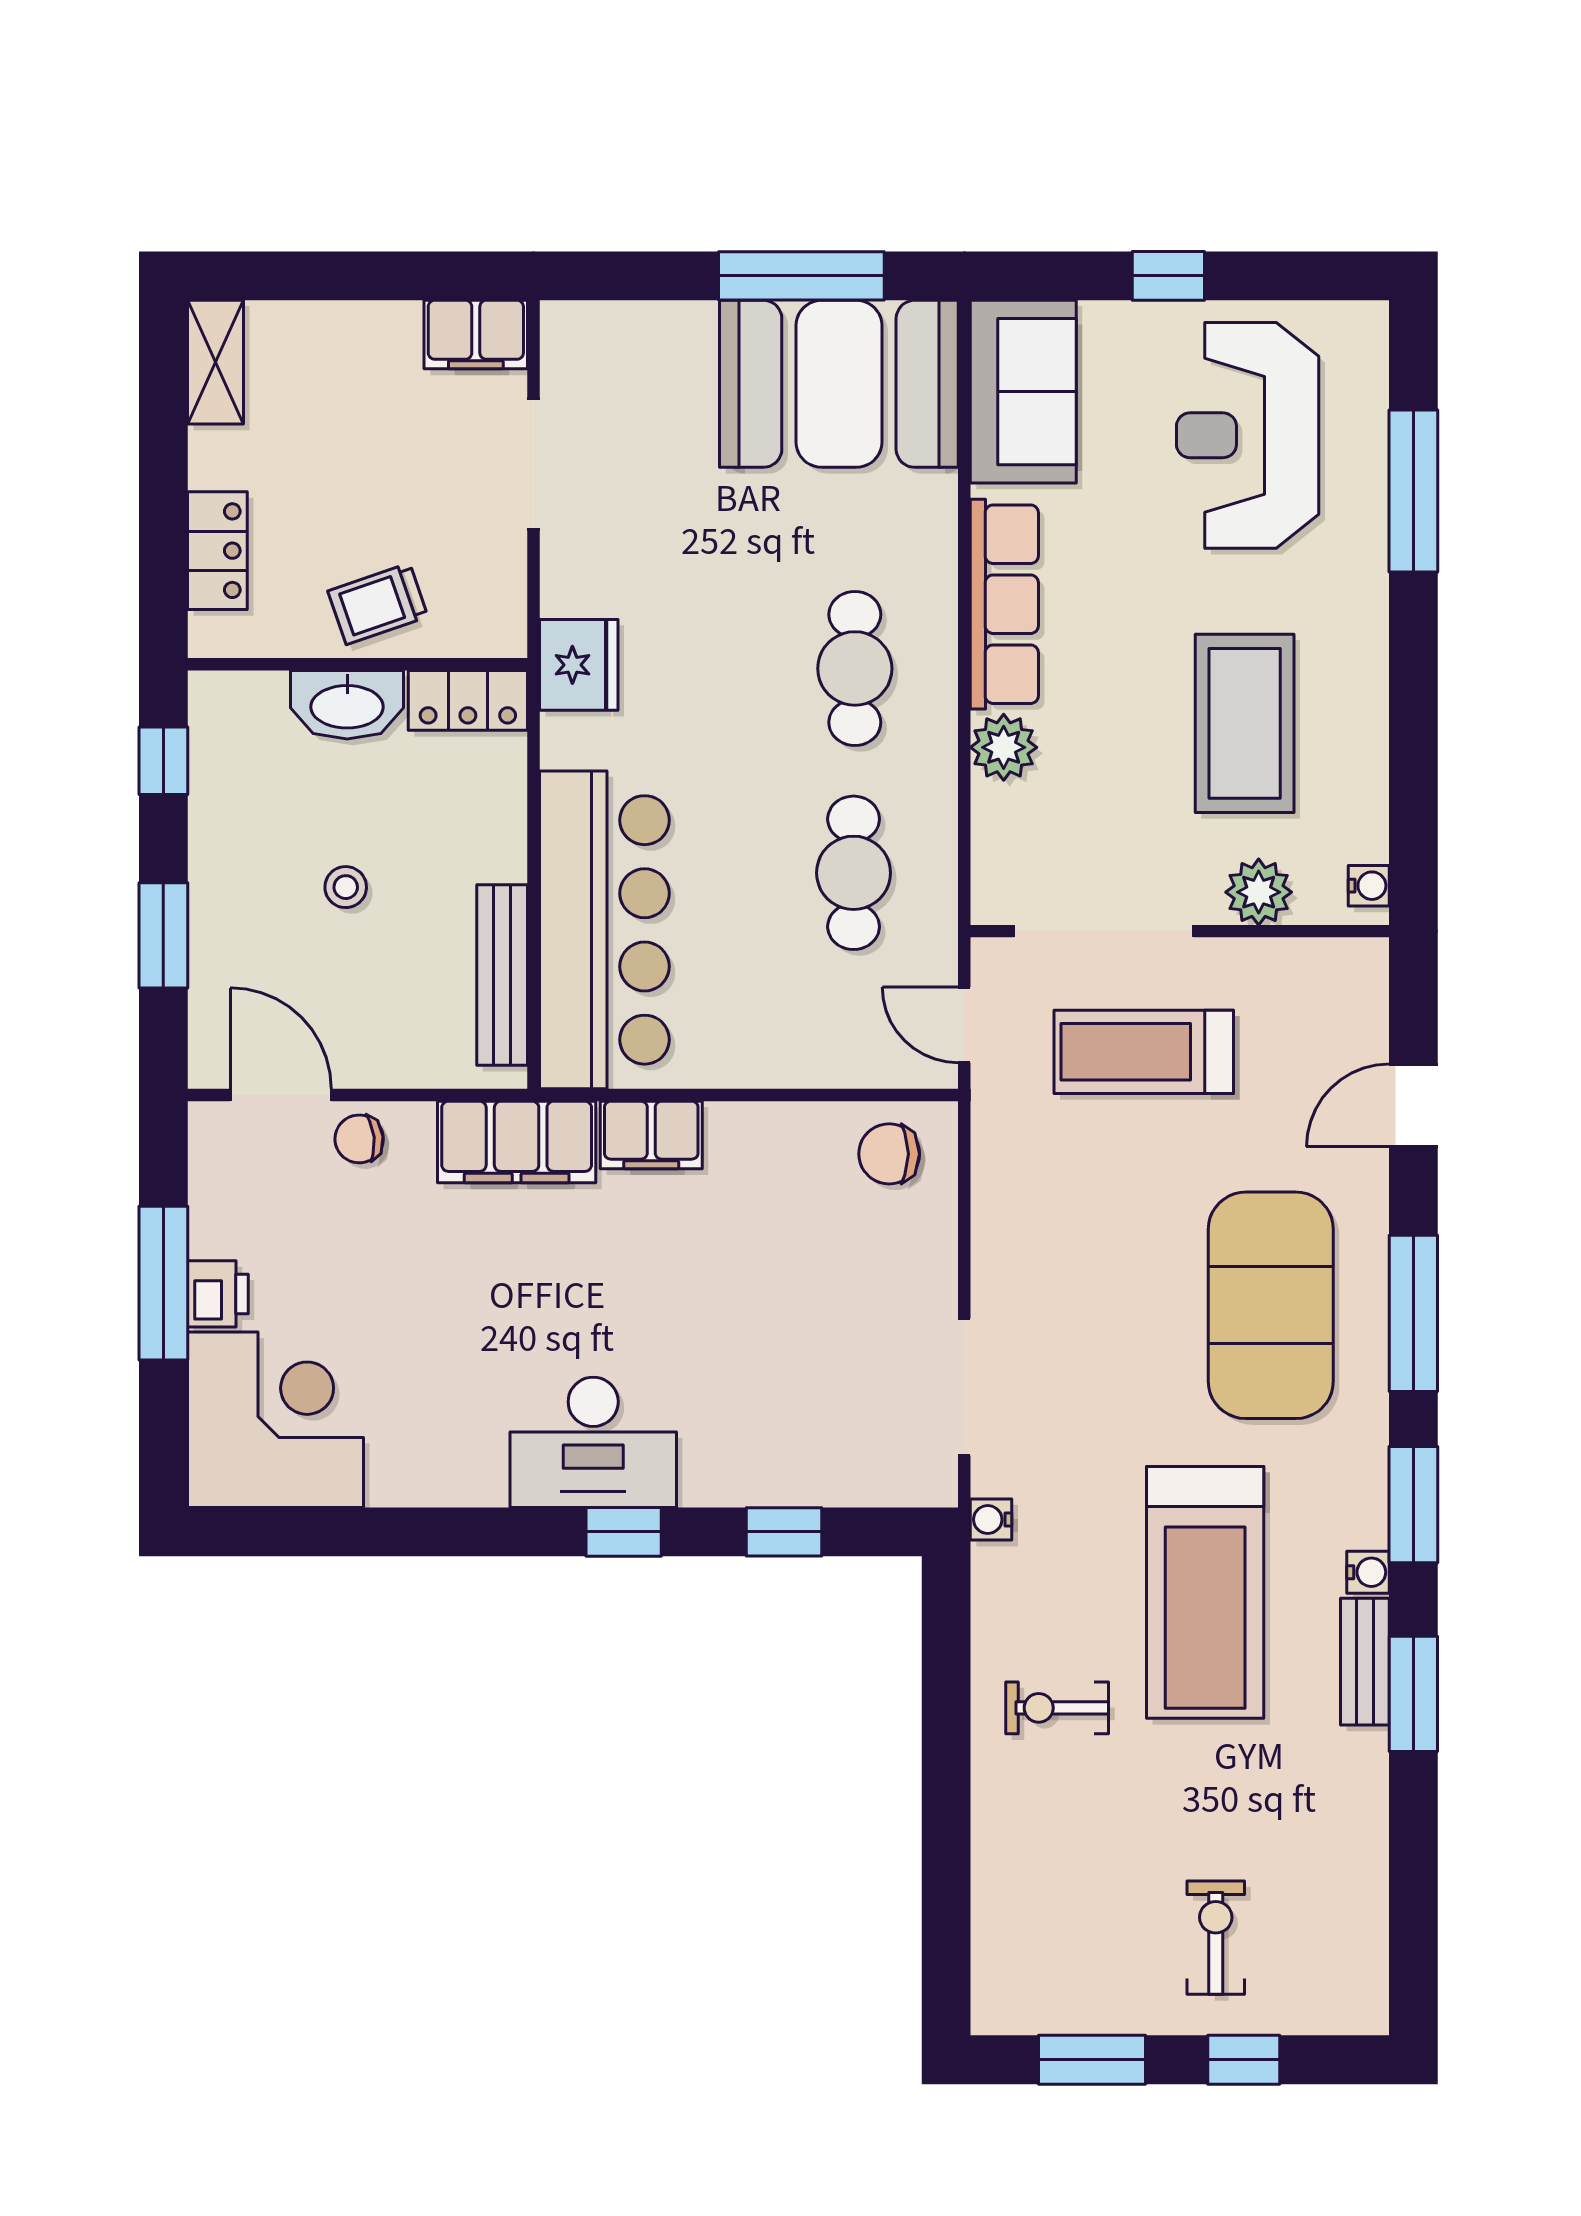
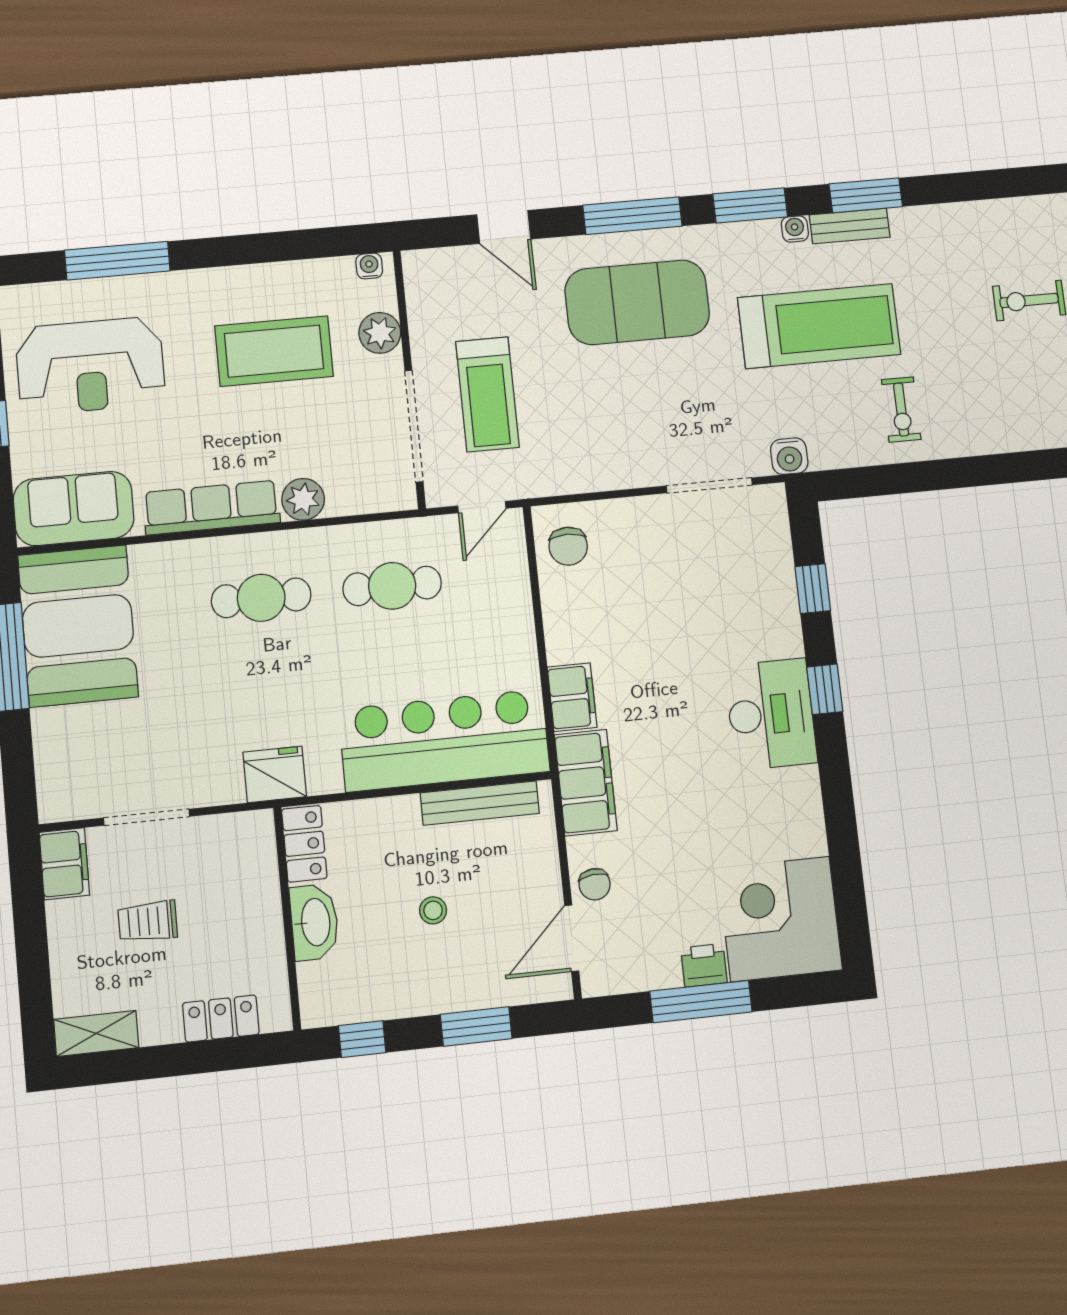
trolley: (378, 604) -> (148, 921), moved, turned 109
water cooler: (991, 1520) -> (789, 456), width x1.38, depth x1.38

